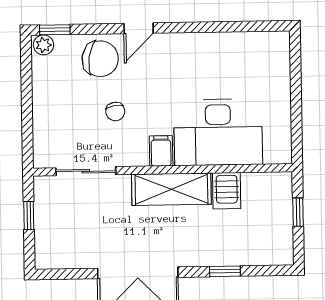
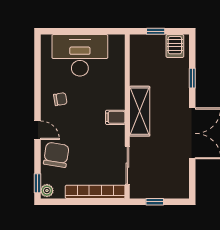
chair: (115, 111) -> (60, 99), moved
bookcase: (43, 121) -> (95, 192), added
desk: (218, 132) -> (80, 55), moved, turned -90
server rack: (227, 191) -> (175, 46), moved, turned 90

